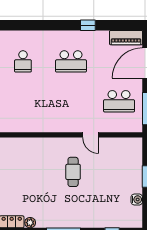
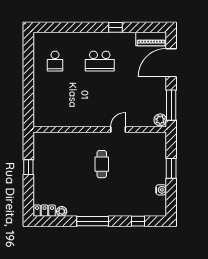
school desk: (119, 101) -> (145, 98), removed
plant: (136, 124) -> (160, 120), added
door: (91, 135) -> (118, 130), swing flipped

